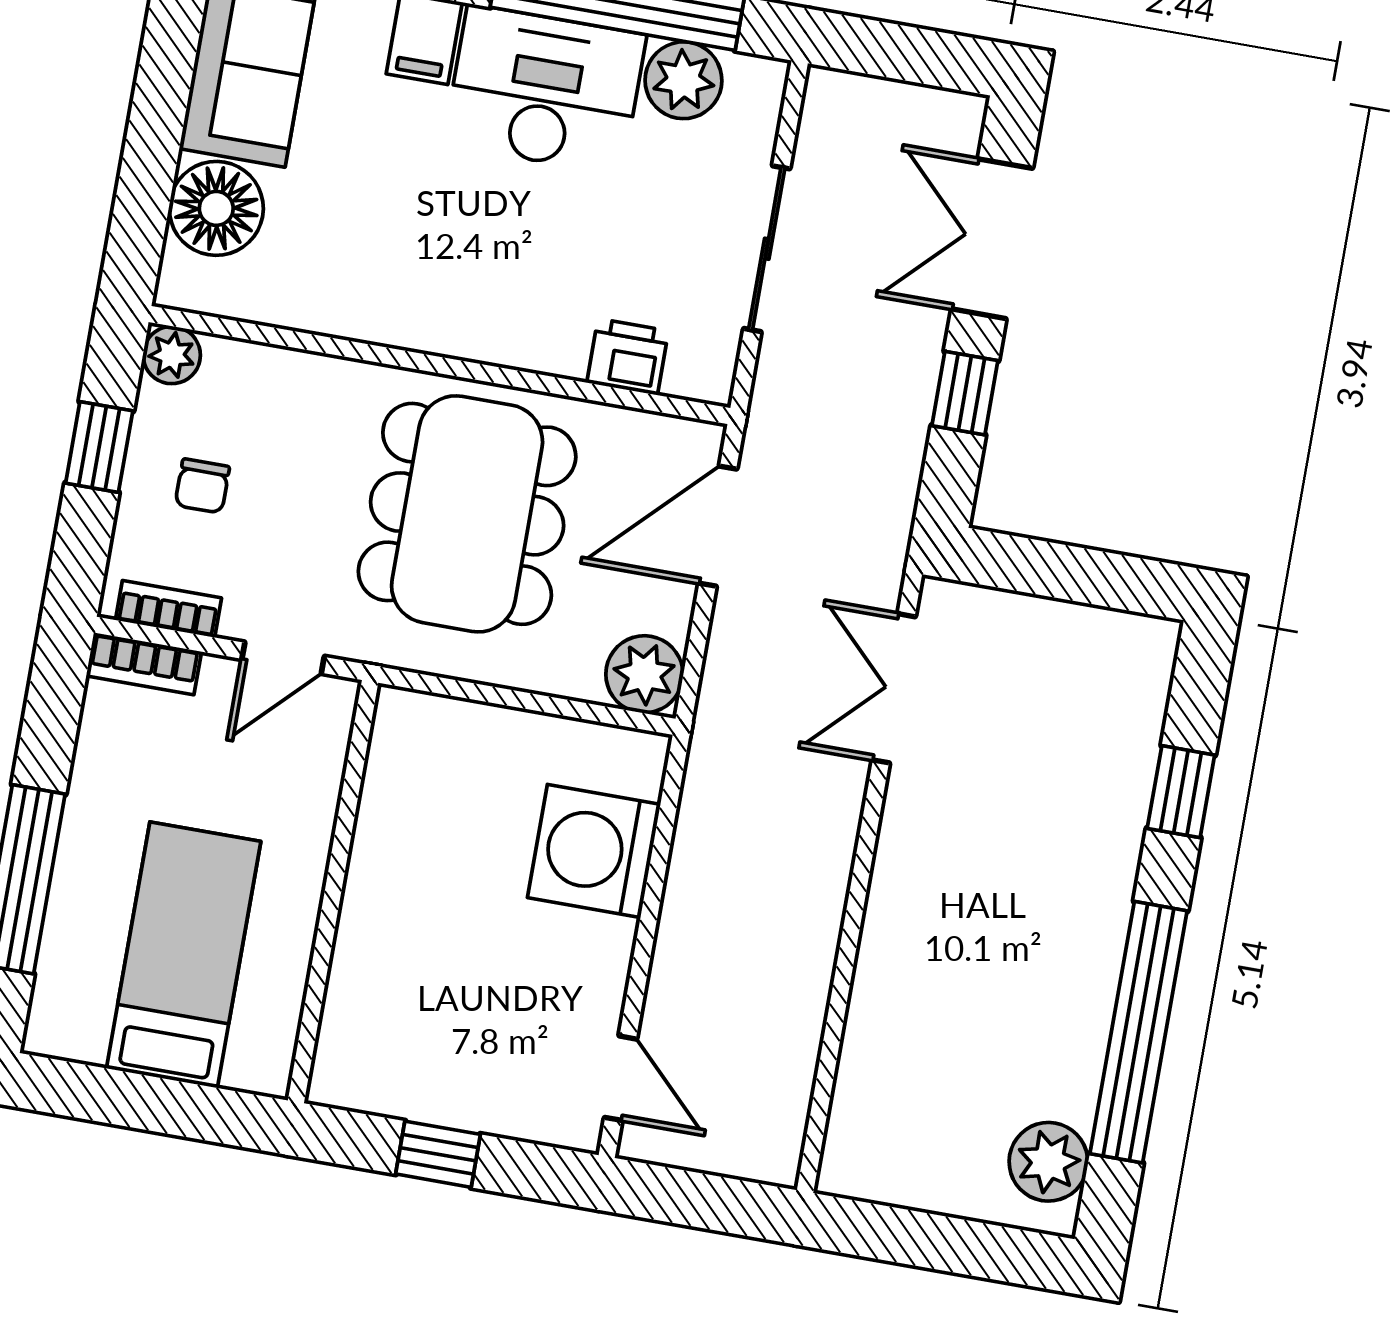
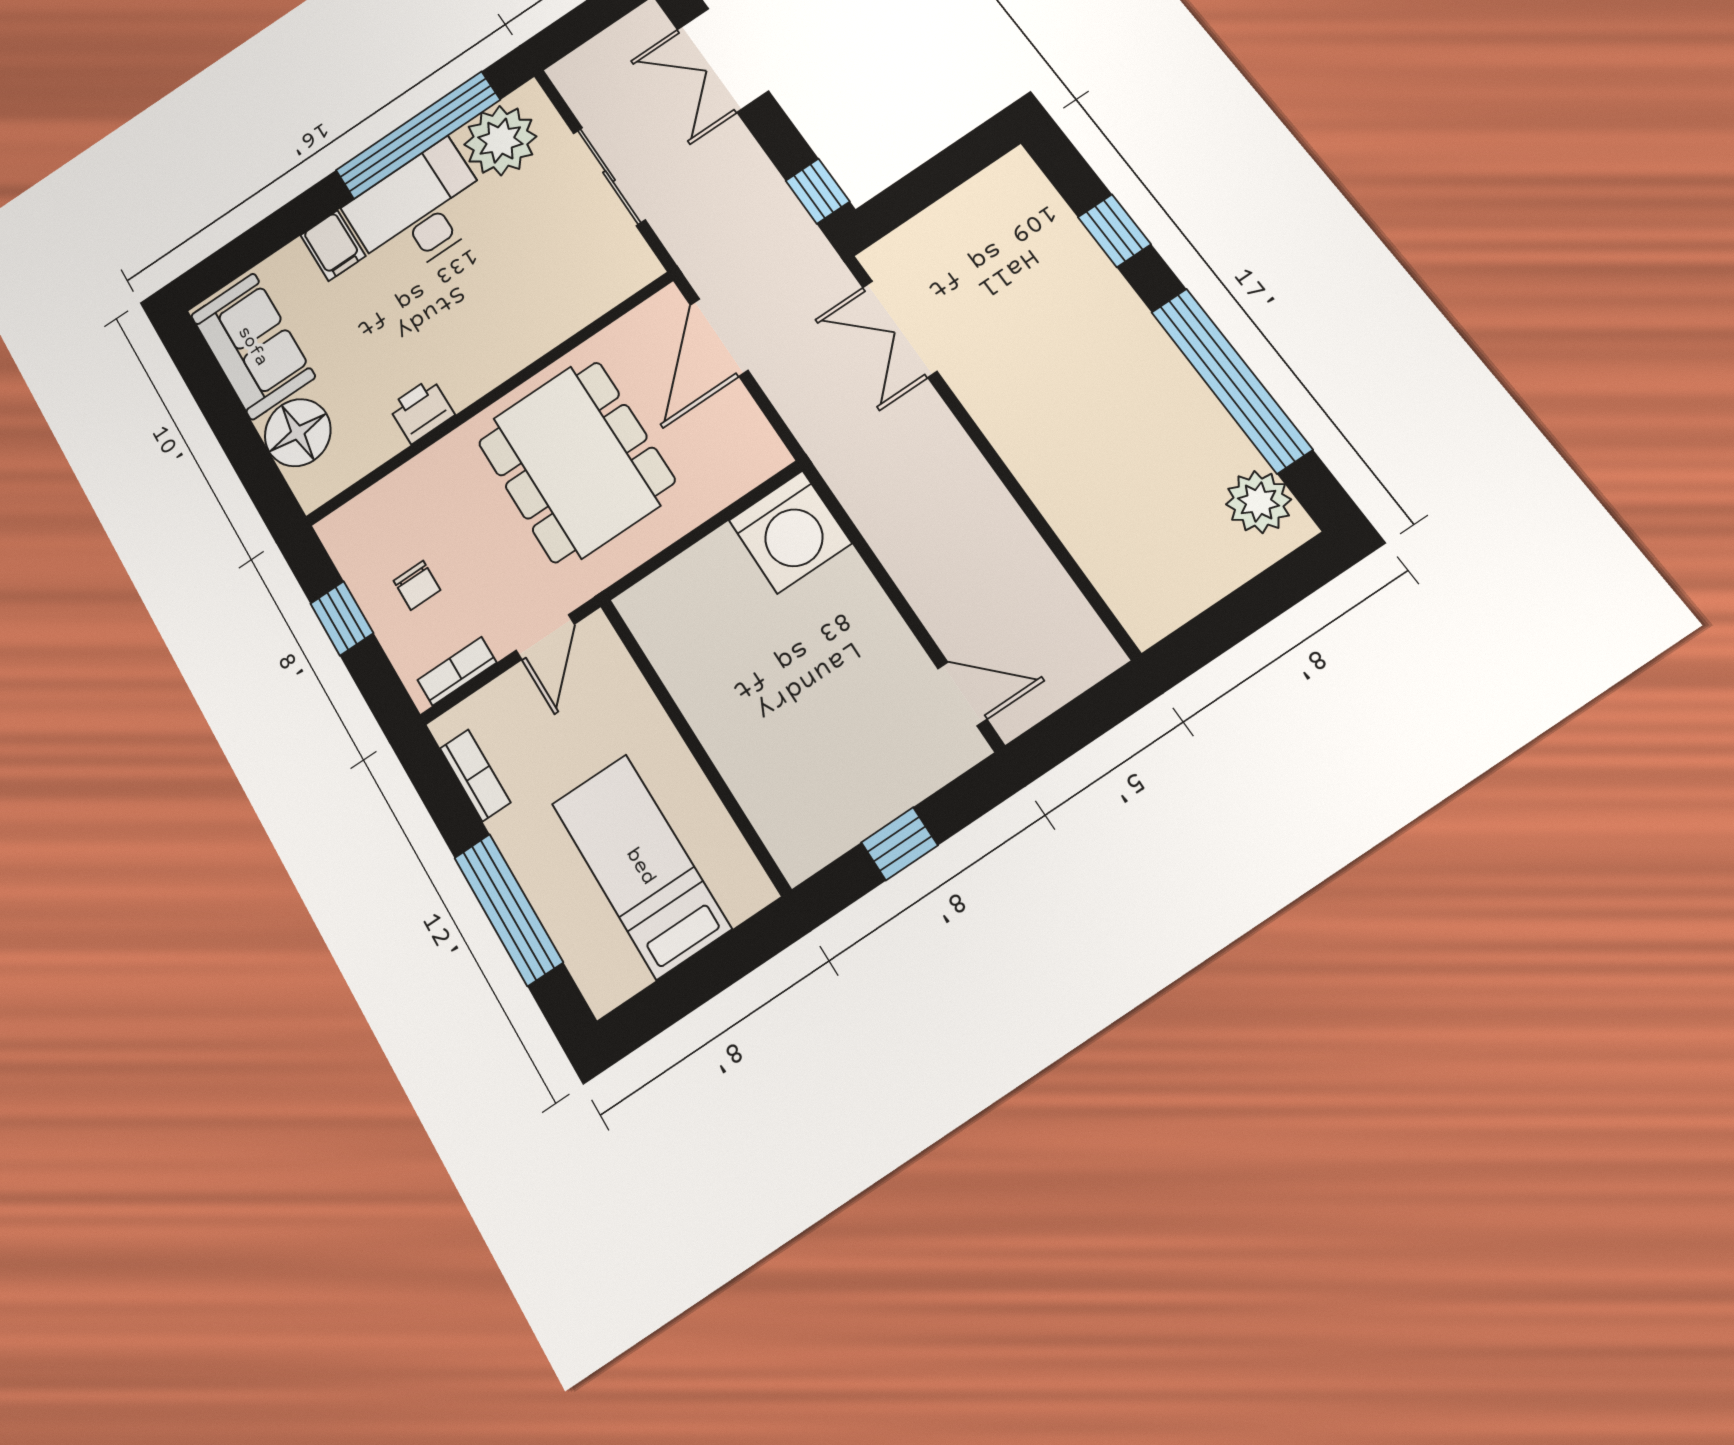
plant: (683, 80) -> (500, 141), width x1.36, depth x1.36
plant: (172, 355) -> (339, 531), removed
printer: (628, 357) -> (421, 411), moved
window: (965, 393) -> (818, 191), moved
bookcase: (144, 664) -> (475, 775), moved, turned -90
plant: (644, 674) -> (755, 453), removed
washing machine: (594, 851) -> (790, 532), moved, turned -90

